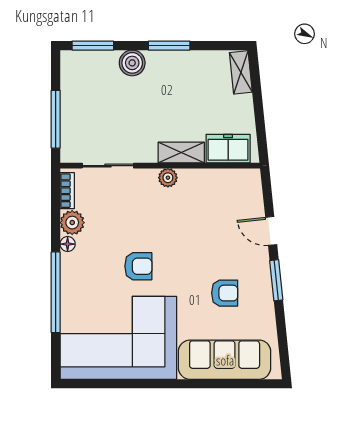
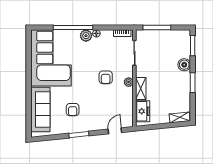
plant: (72, 223) -> (86, 36), moved
door: (271, 231) -> (115, 131), moved
armchair: (138, 266) -> (106, 77), moved

